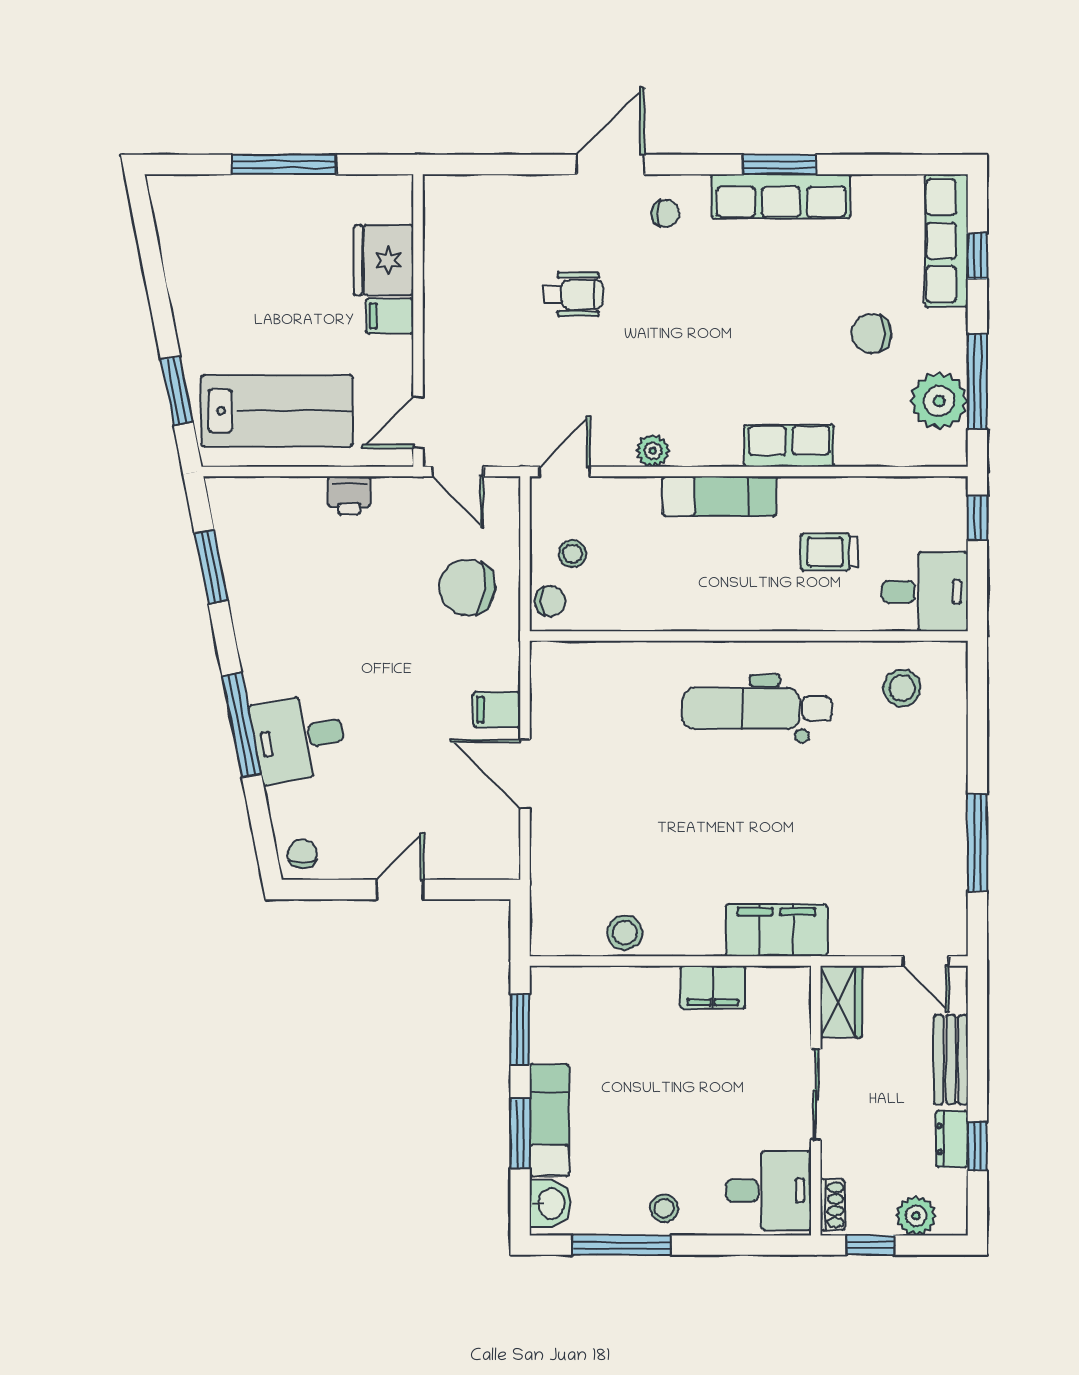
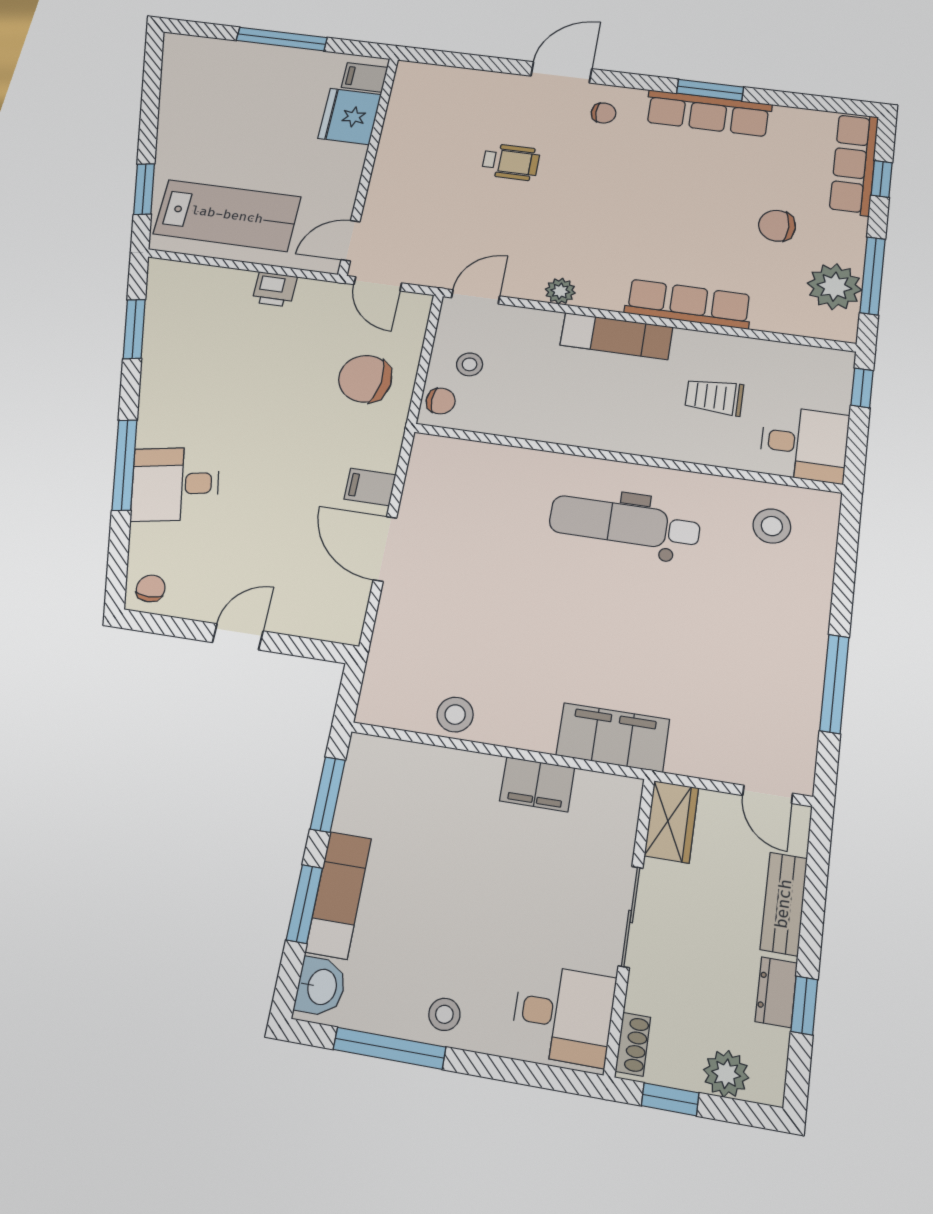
filing cabinet: (390, 316) -> (365, 77), moved
row of seats: (789, 446) -> (688, 304), width x1.48

